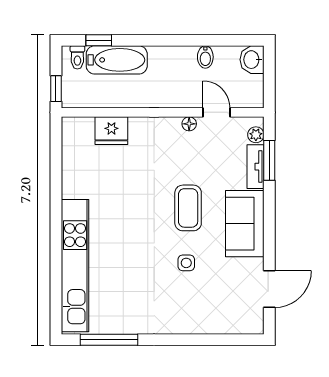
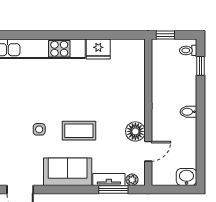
bidet: (205, 57) -> (188, 112), moved
bathtub: (117, 60) -> (186, 79), removed
floor lamp: (189, 124) -> (135, 131), width x1.89, depth x1.89
fridge: (111, 131) -> (98, 49), moved, turned -90

